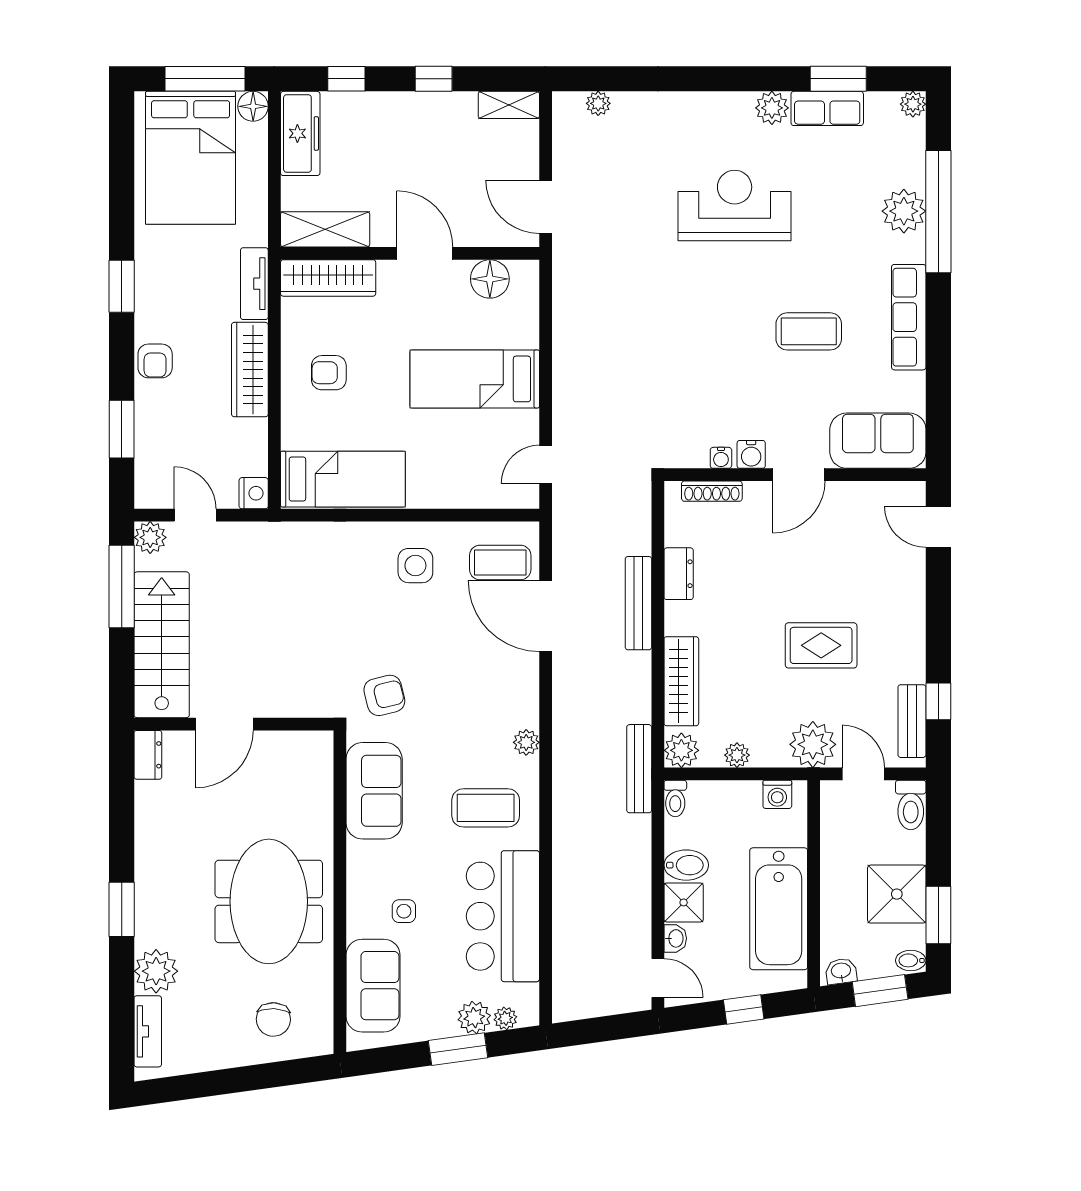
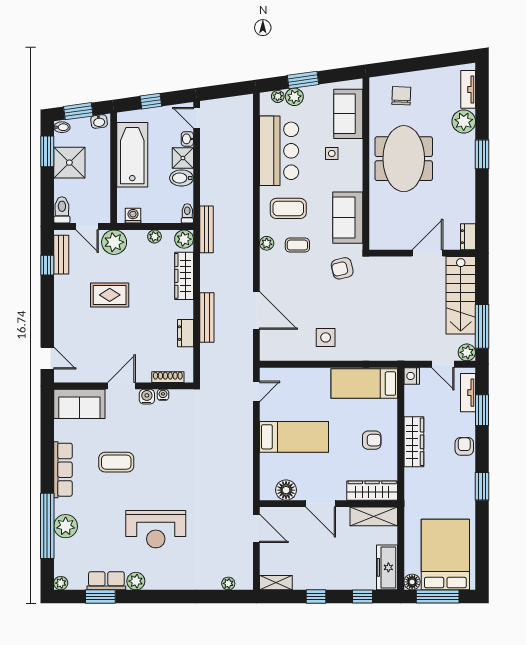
tv unit: (254, 284) -> (468, 393), moved, turned 180
coffee table: (500, 562) -> (297, 245), moved, width x0.73, depth x0.77

